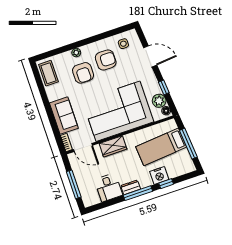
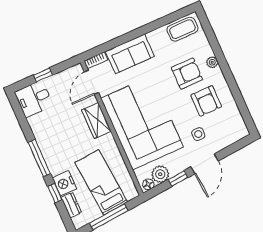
side table: (123, 44) -> (198, 134), moved
door: (150, 56) -> (205, 164), moved
armchair: (83, 73) -> (187, 73), turned 180
window: (74, 184) -> (43, 75), width x0.46
desk: (109, 187) -> (34, 99), moved
dresser: (131, 187) -> (71, 205), moved

